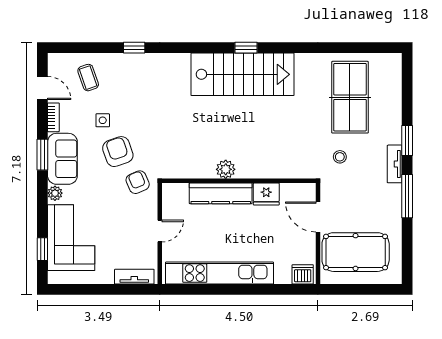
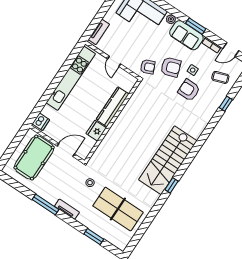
window: (134, 48) -> (226, 104), moved
window: (246, 48) -> (171, 185), moved
armchair: (132, 108) -> (189, 90), added
window: (407, 141) -> (94, 237), moved
plant: (226, 169) -> (124, 118), removed

